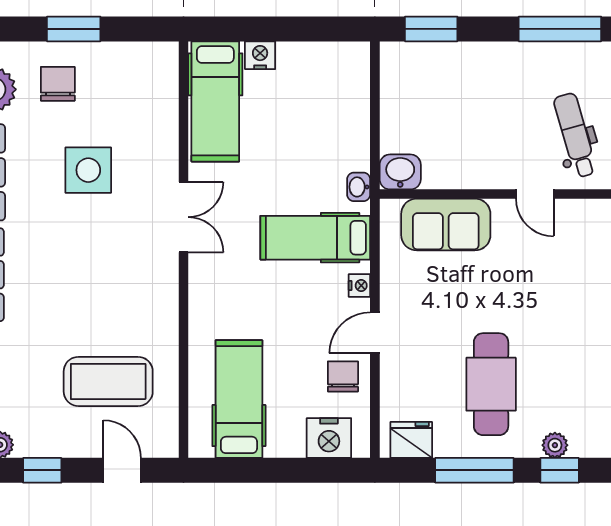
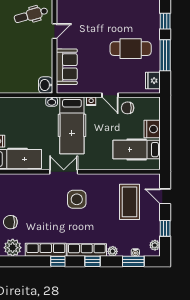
side table: (88, 170) -> (77, 199), moved
hospital bed: (315, 238) -> (72, 125), width x1.37, depth x1.29
nightstand: (329, 438) -> (152, 129), moved
plant: (555, 445) -> (155, 23), removed
door: (122, 470) -> (165, 196), hinge flipped

